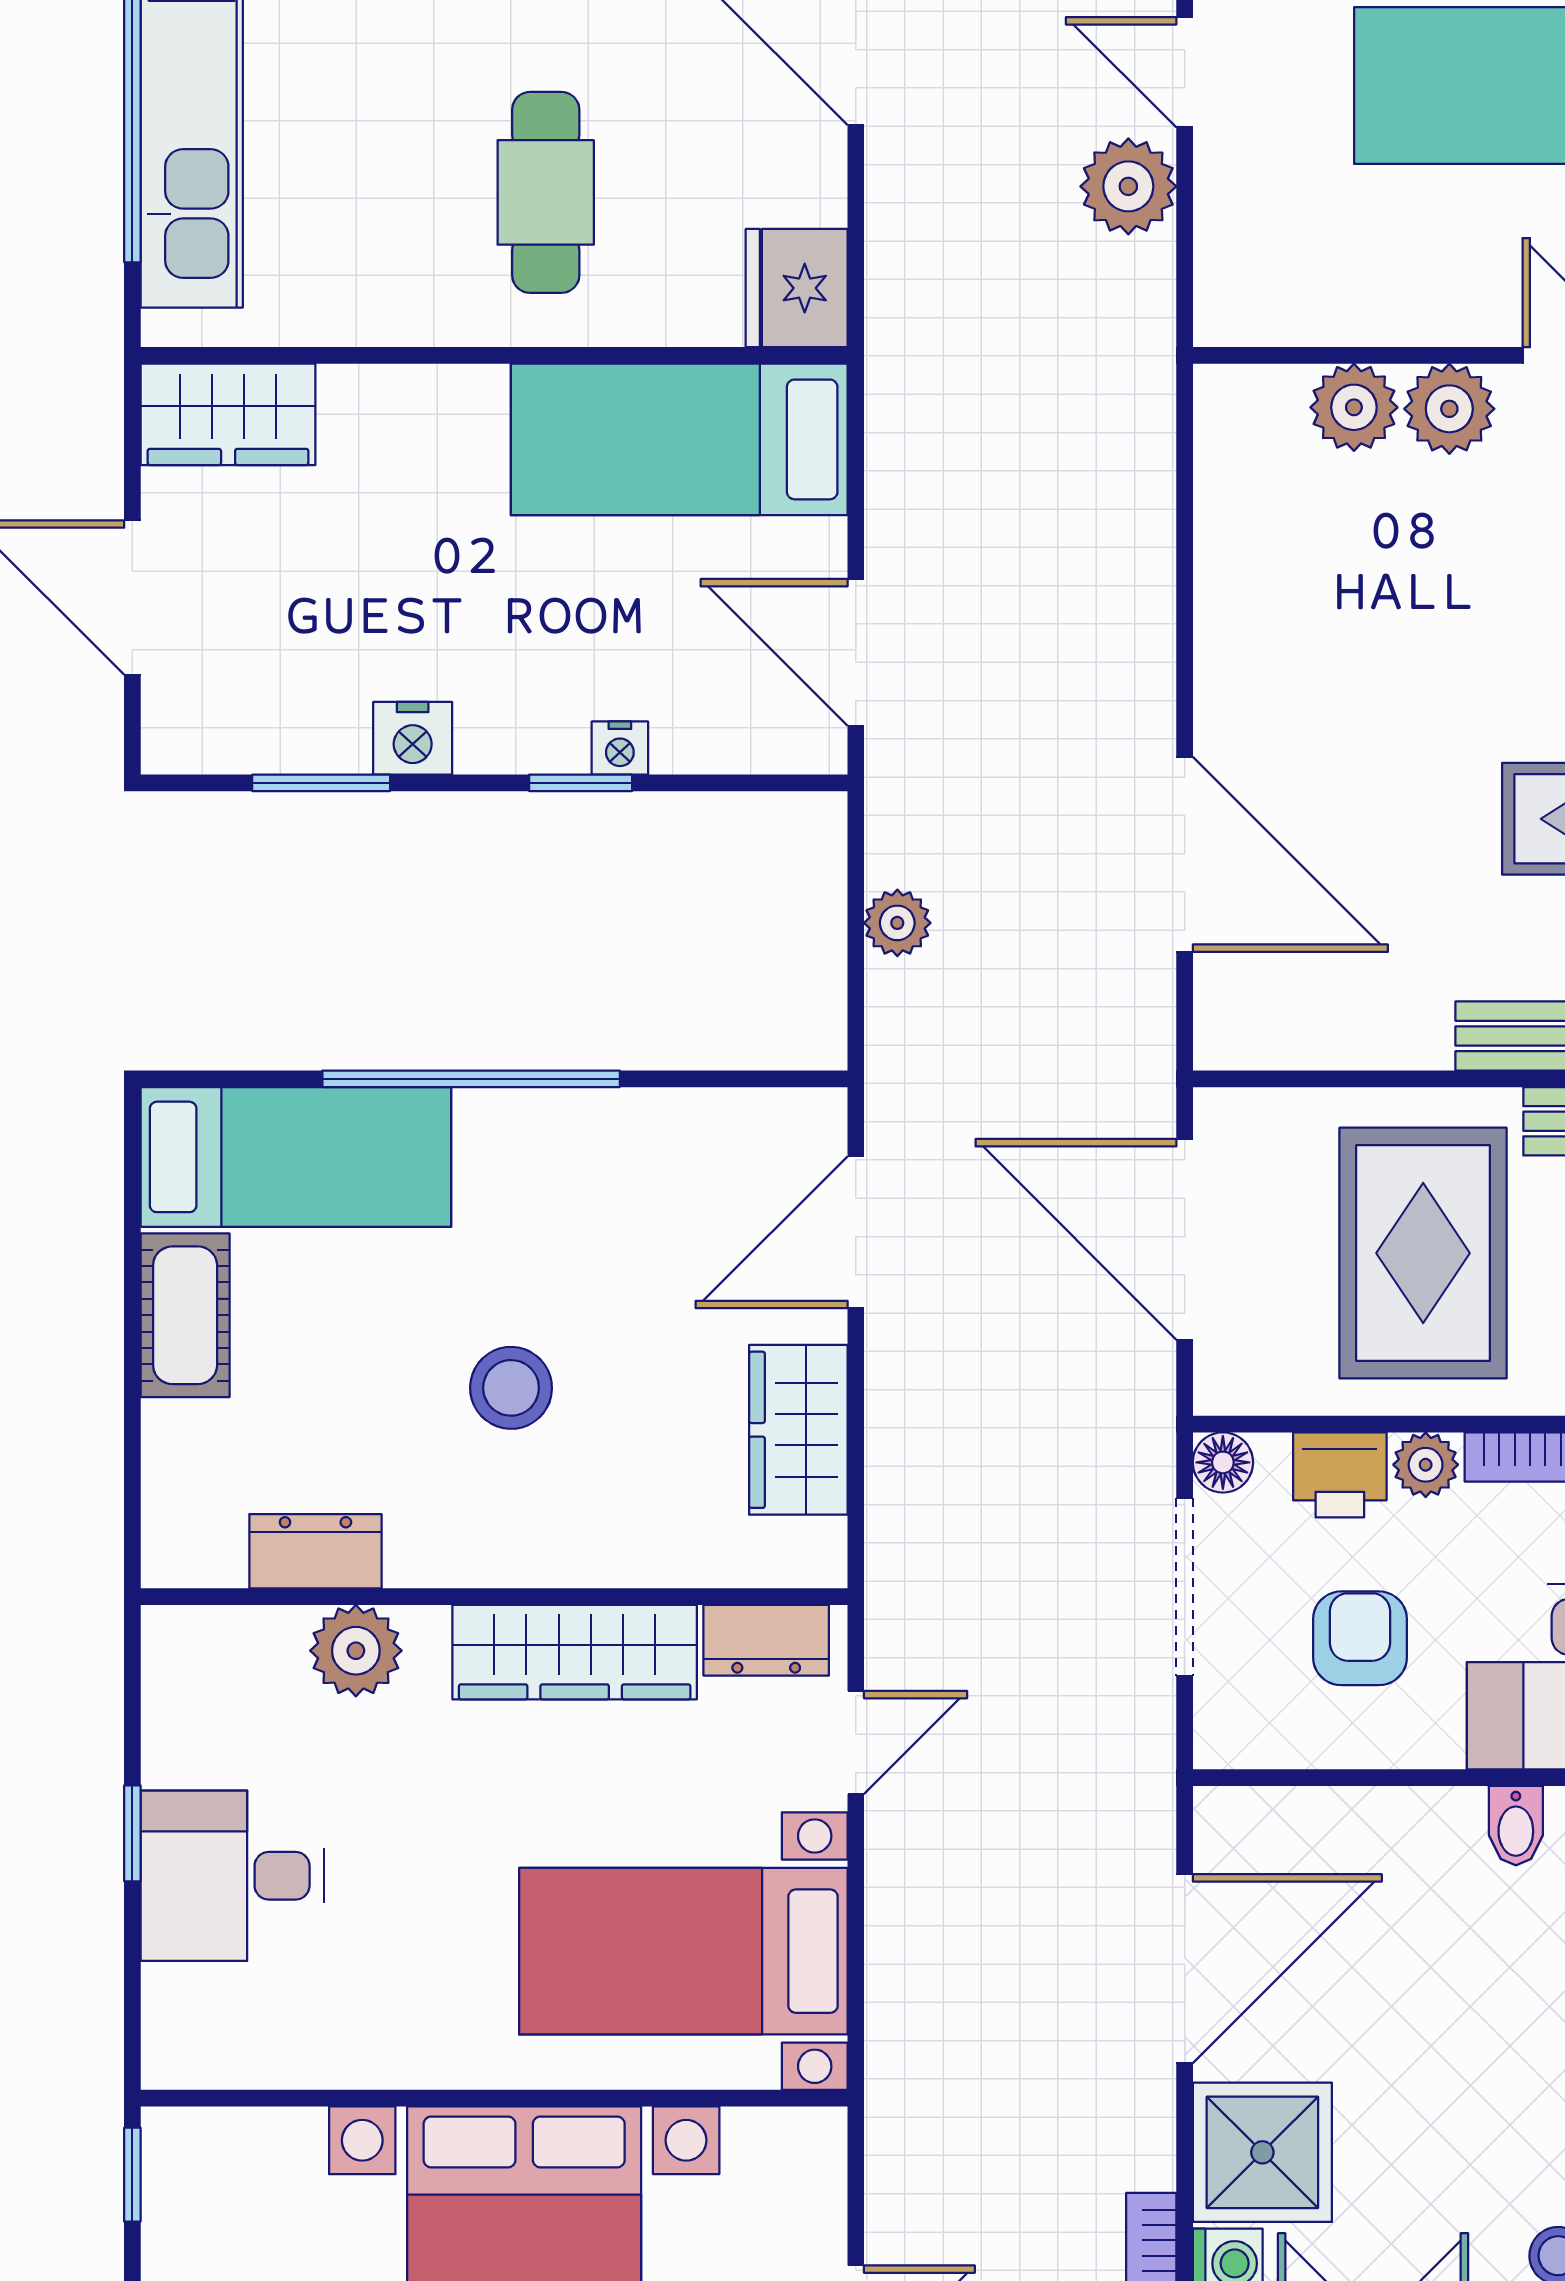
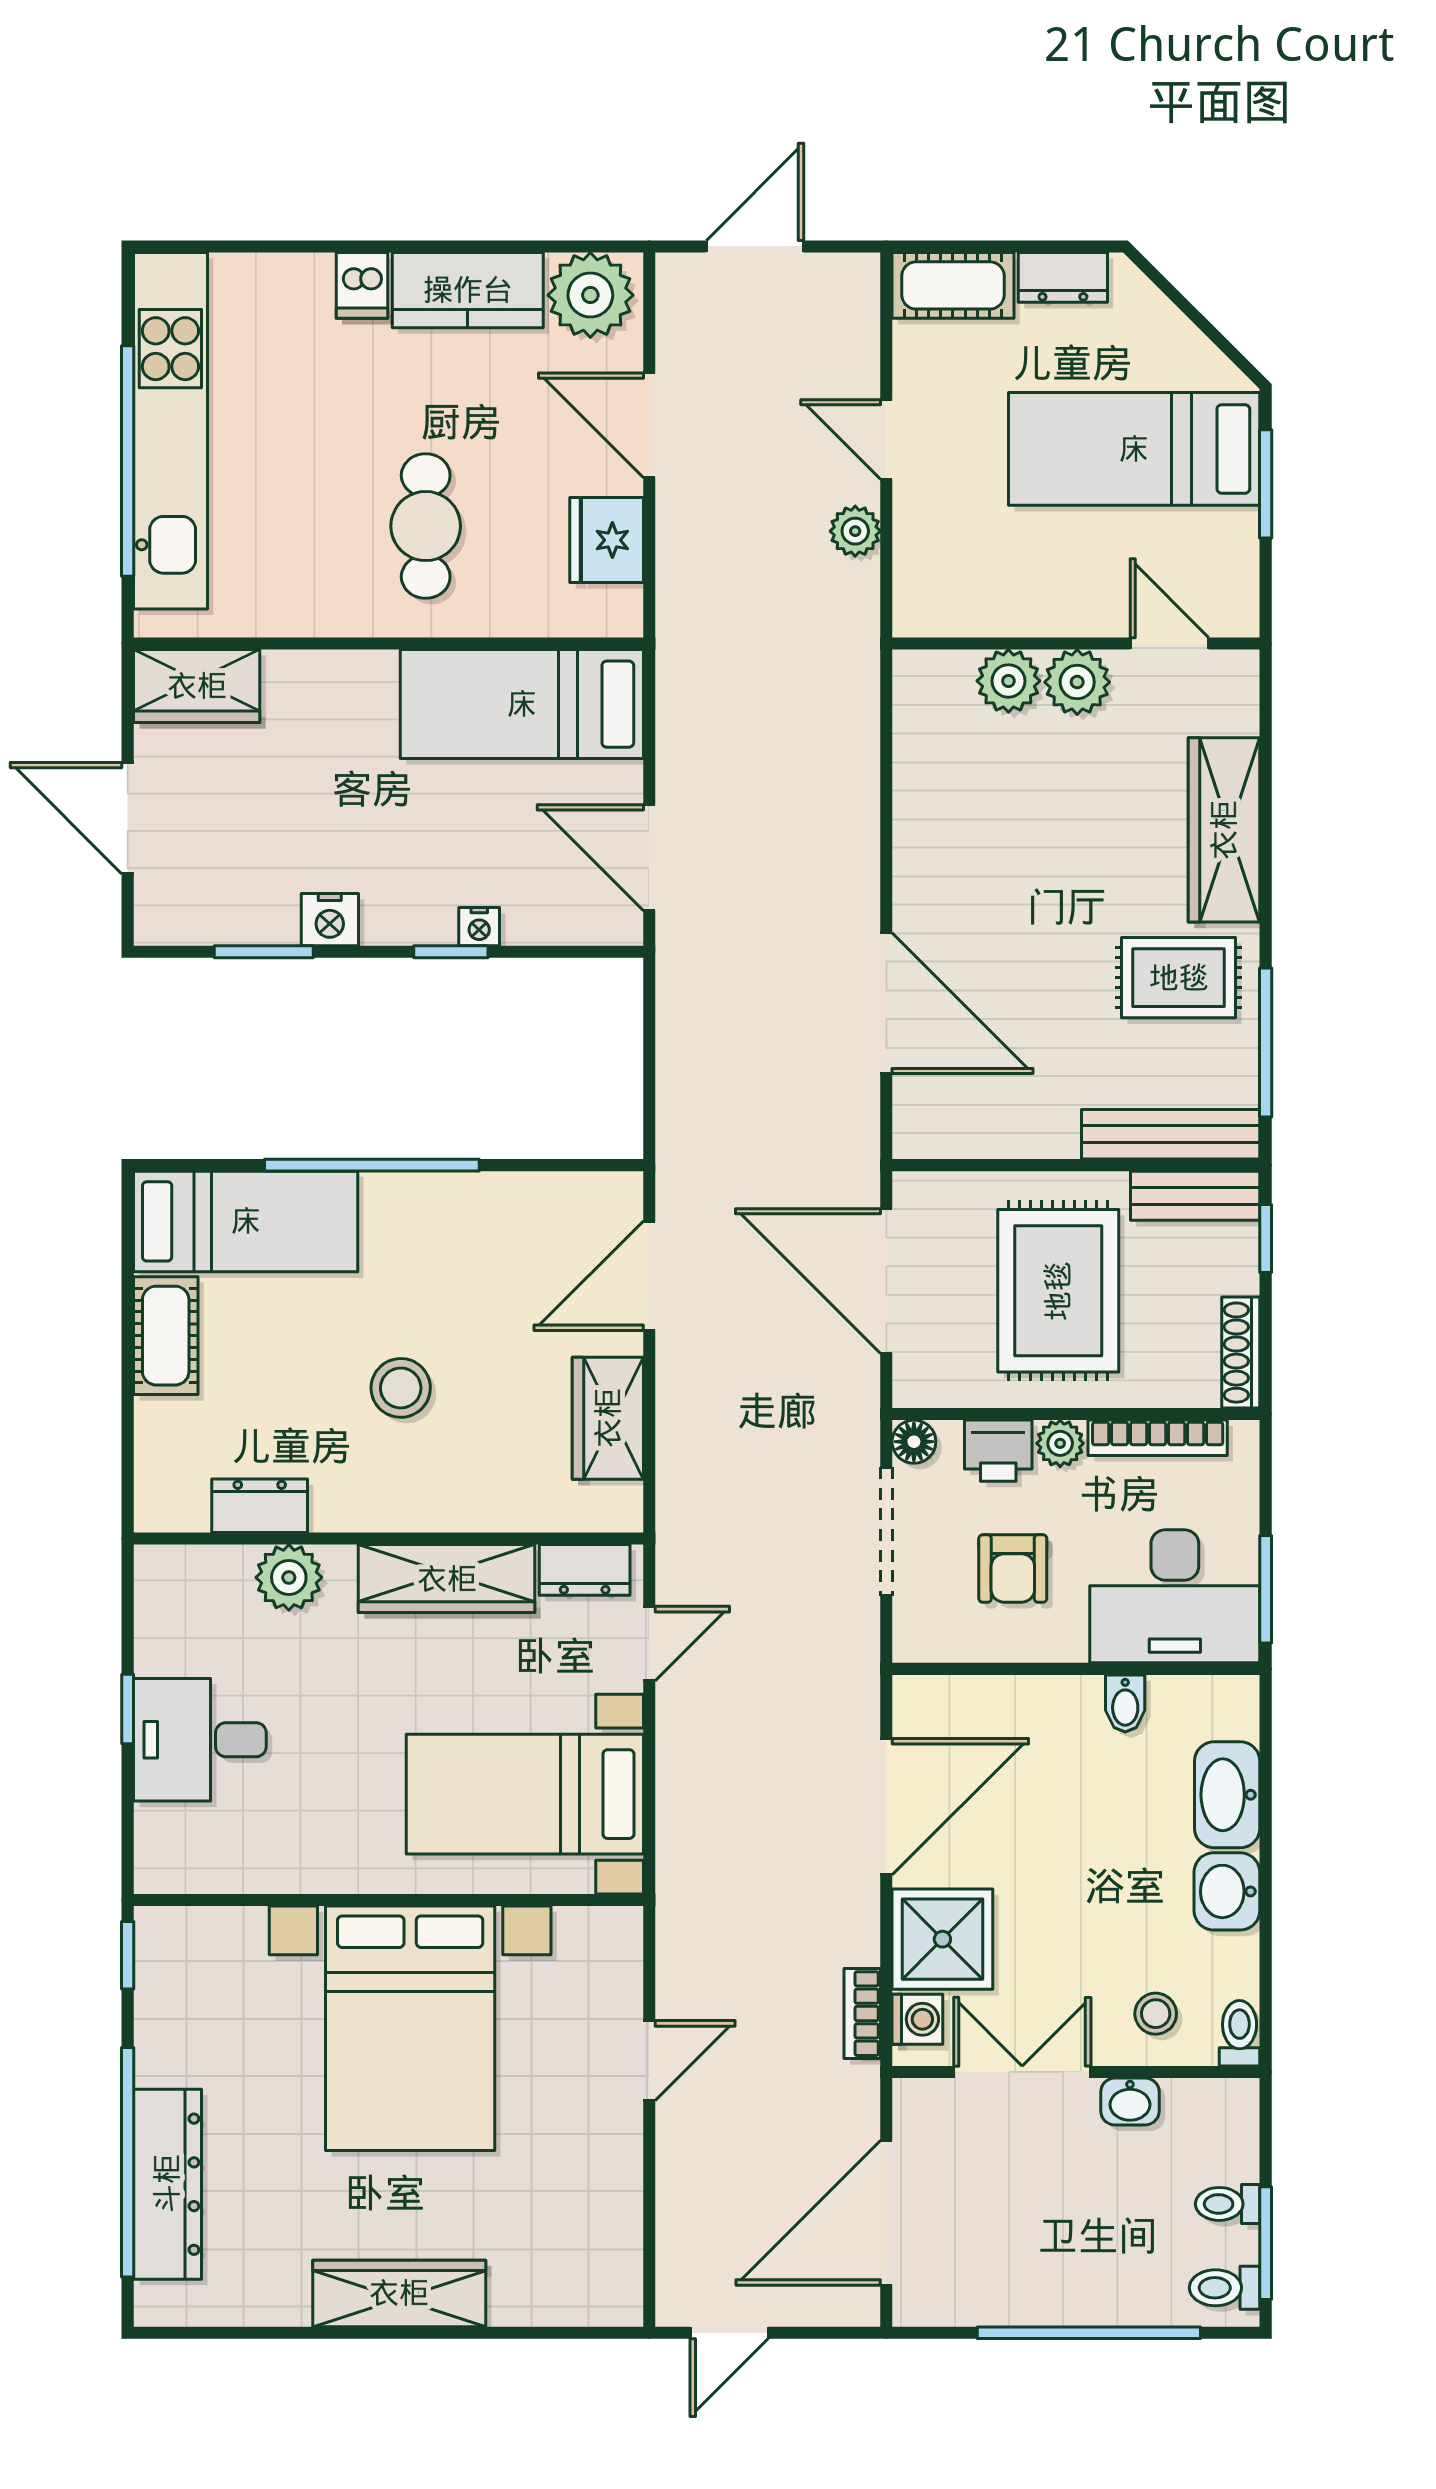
plant: (1128, 186) -> (855, 531), width x0.73, depth x0.73
fridge: (797, 288) -> (607, 540), moved
plant: (897, 923) -> (679, 1053), removed
armchair: (1360, 1638) -> (1013, 1569), turned 180

